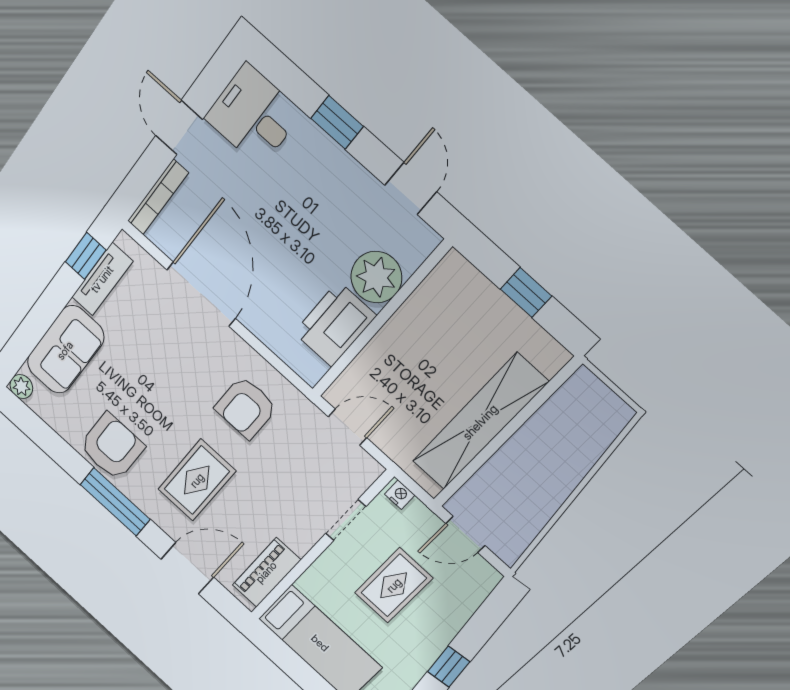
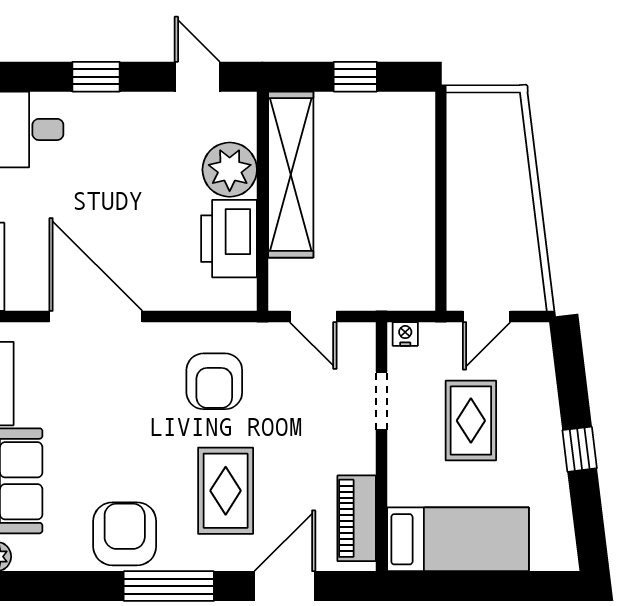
shelving: (480, 422) -> (291, 175), moved
door: (348, 427) -> (313, 317), swing flipped

